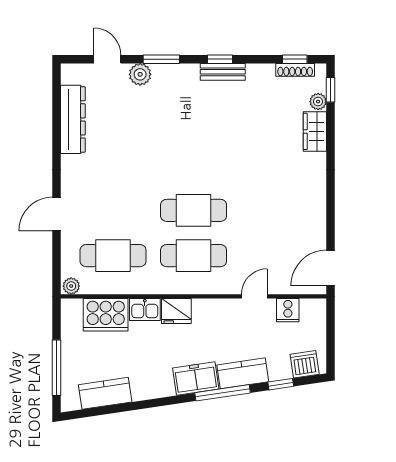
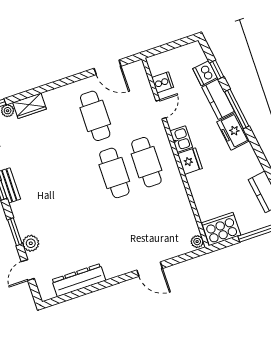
cafe table: (113, 256) -> (95, 116), moved
door: (331, 268) -> (108, 67), moved
door: (254, 296) -> (161, 109), swing flipped
kitchen sink: (145, 309) -> (181, 139), moved
cooker: (106, 315) -> (221, 229), moved, turned -90
dishwasher: (305, 364) -> (205, 73), moved

